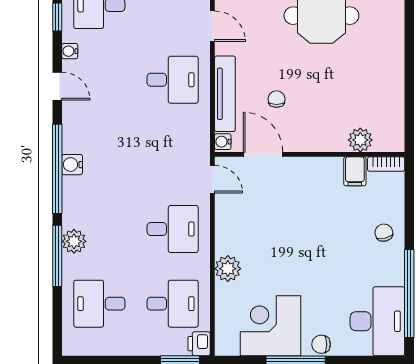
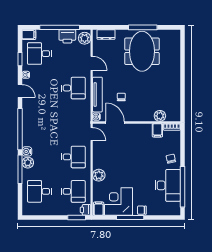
water cooler: (72, 165) -> (27, 151), moved
desk: (377, 321) -> (168, 185), moved
filing cabinet: (227, 341) -> (99, 209), added

